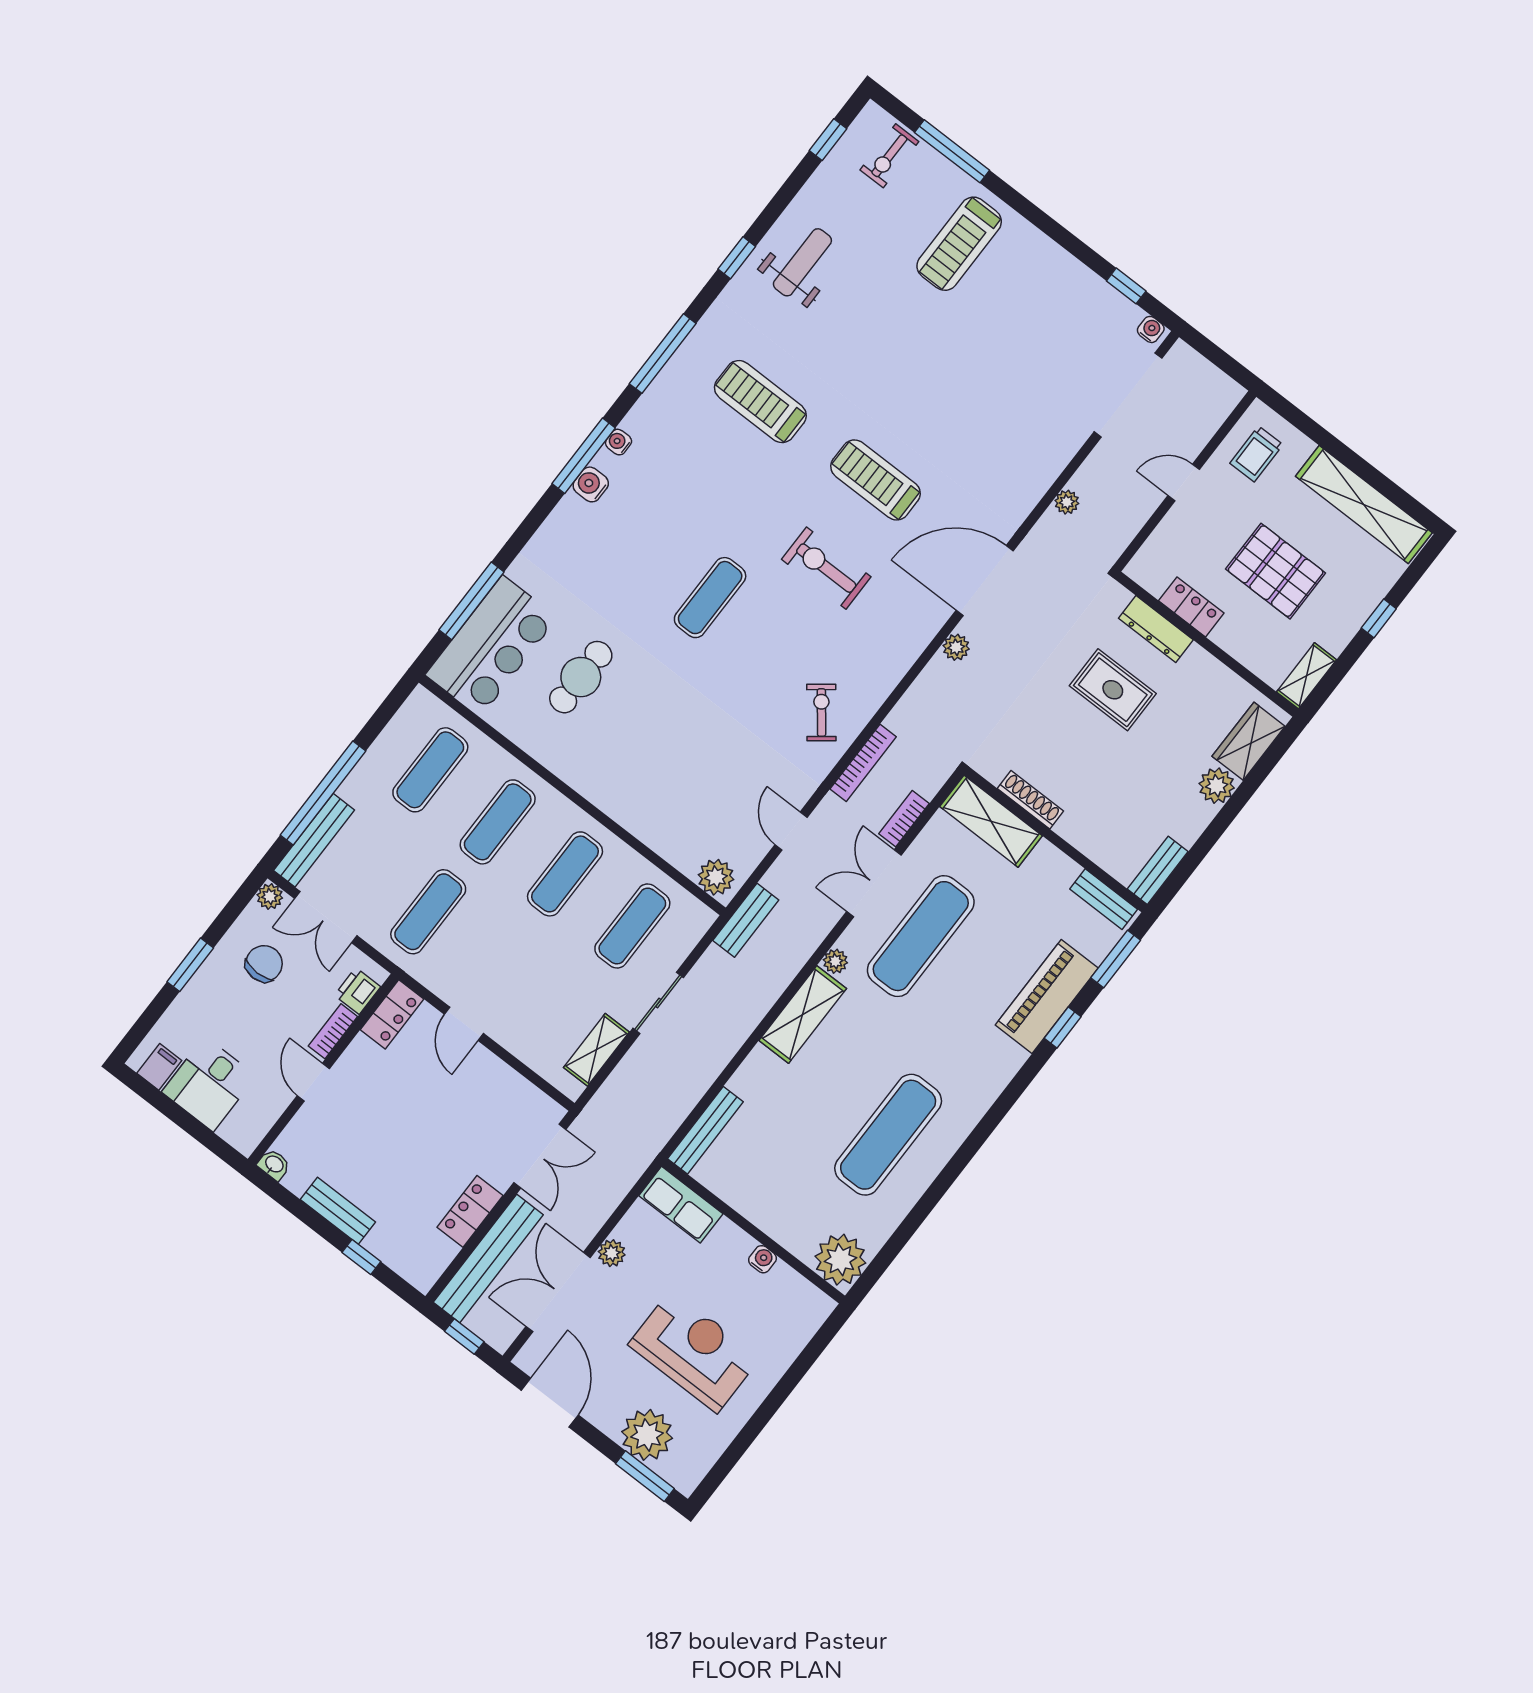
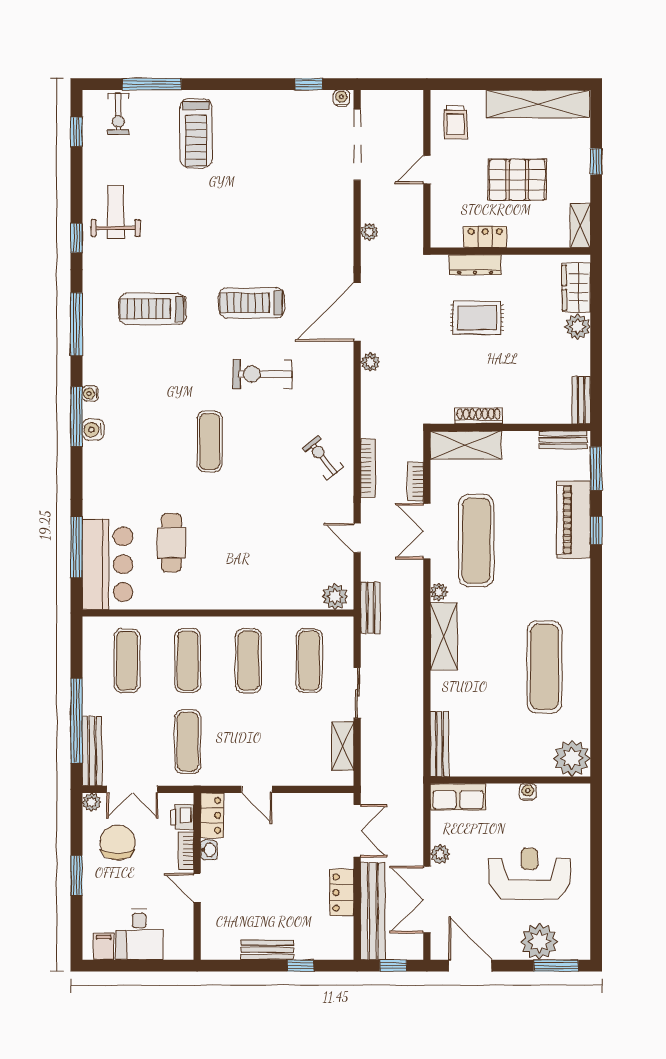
chair: (264, 964) -> (118, 843), width x1.37, depth x1.37
washbasin: (274, 1164) -> (209, 850), moved, turned 90

